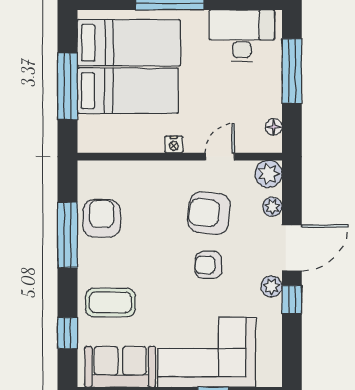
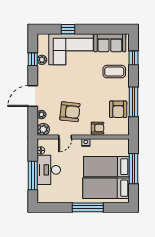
desk: (242, 36) -> (49, 170), moved, turned 90
armchair: (208, 265) -> (98, 128), moved
plant: (271, 286) -> (42, 60), moved
window: (292, 300) -> (33, 59), moved

